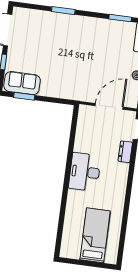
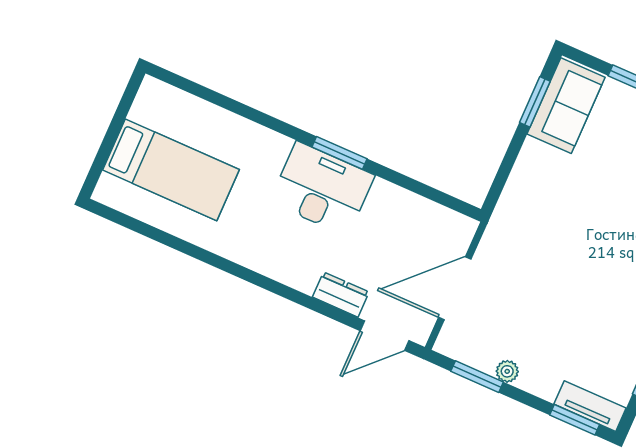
door: (109, 106) -> (455, 288), swing flipped
window: (68, 169) -> (340, 153), added

